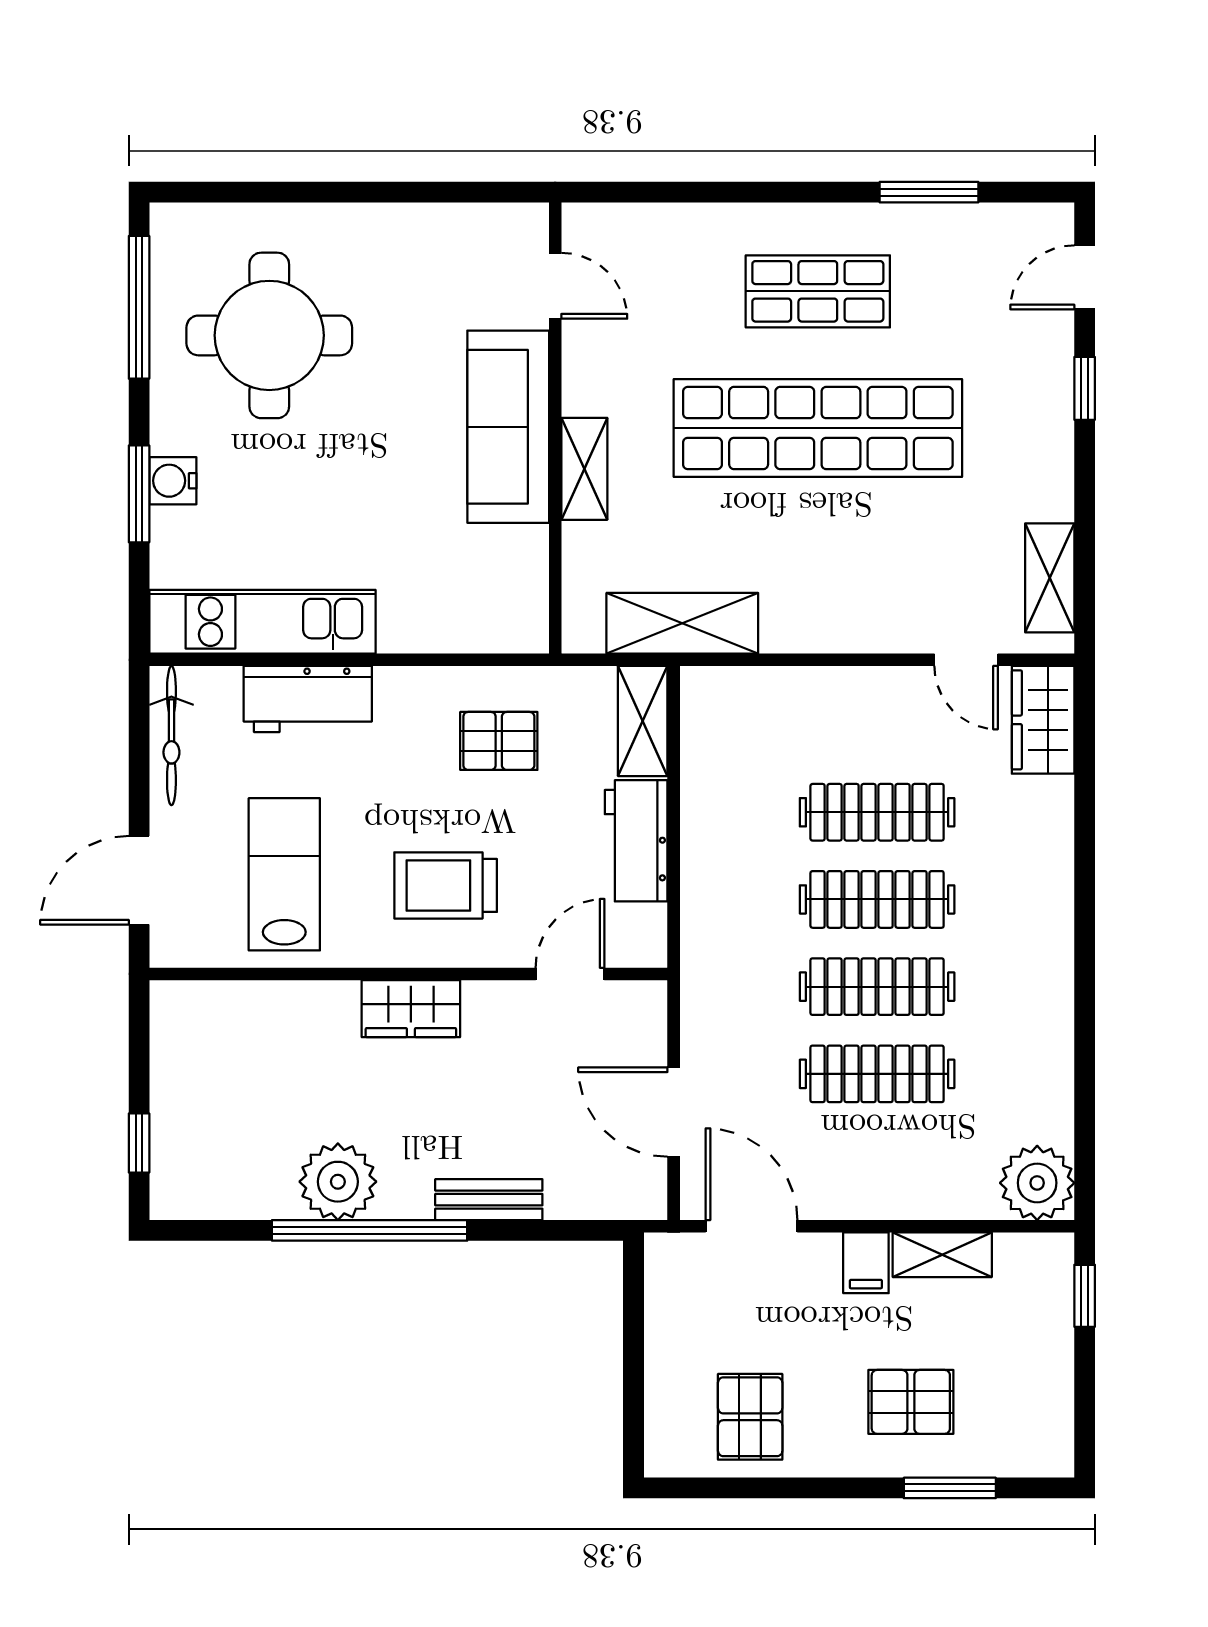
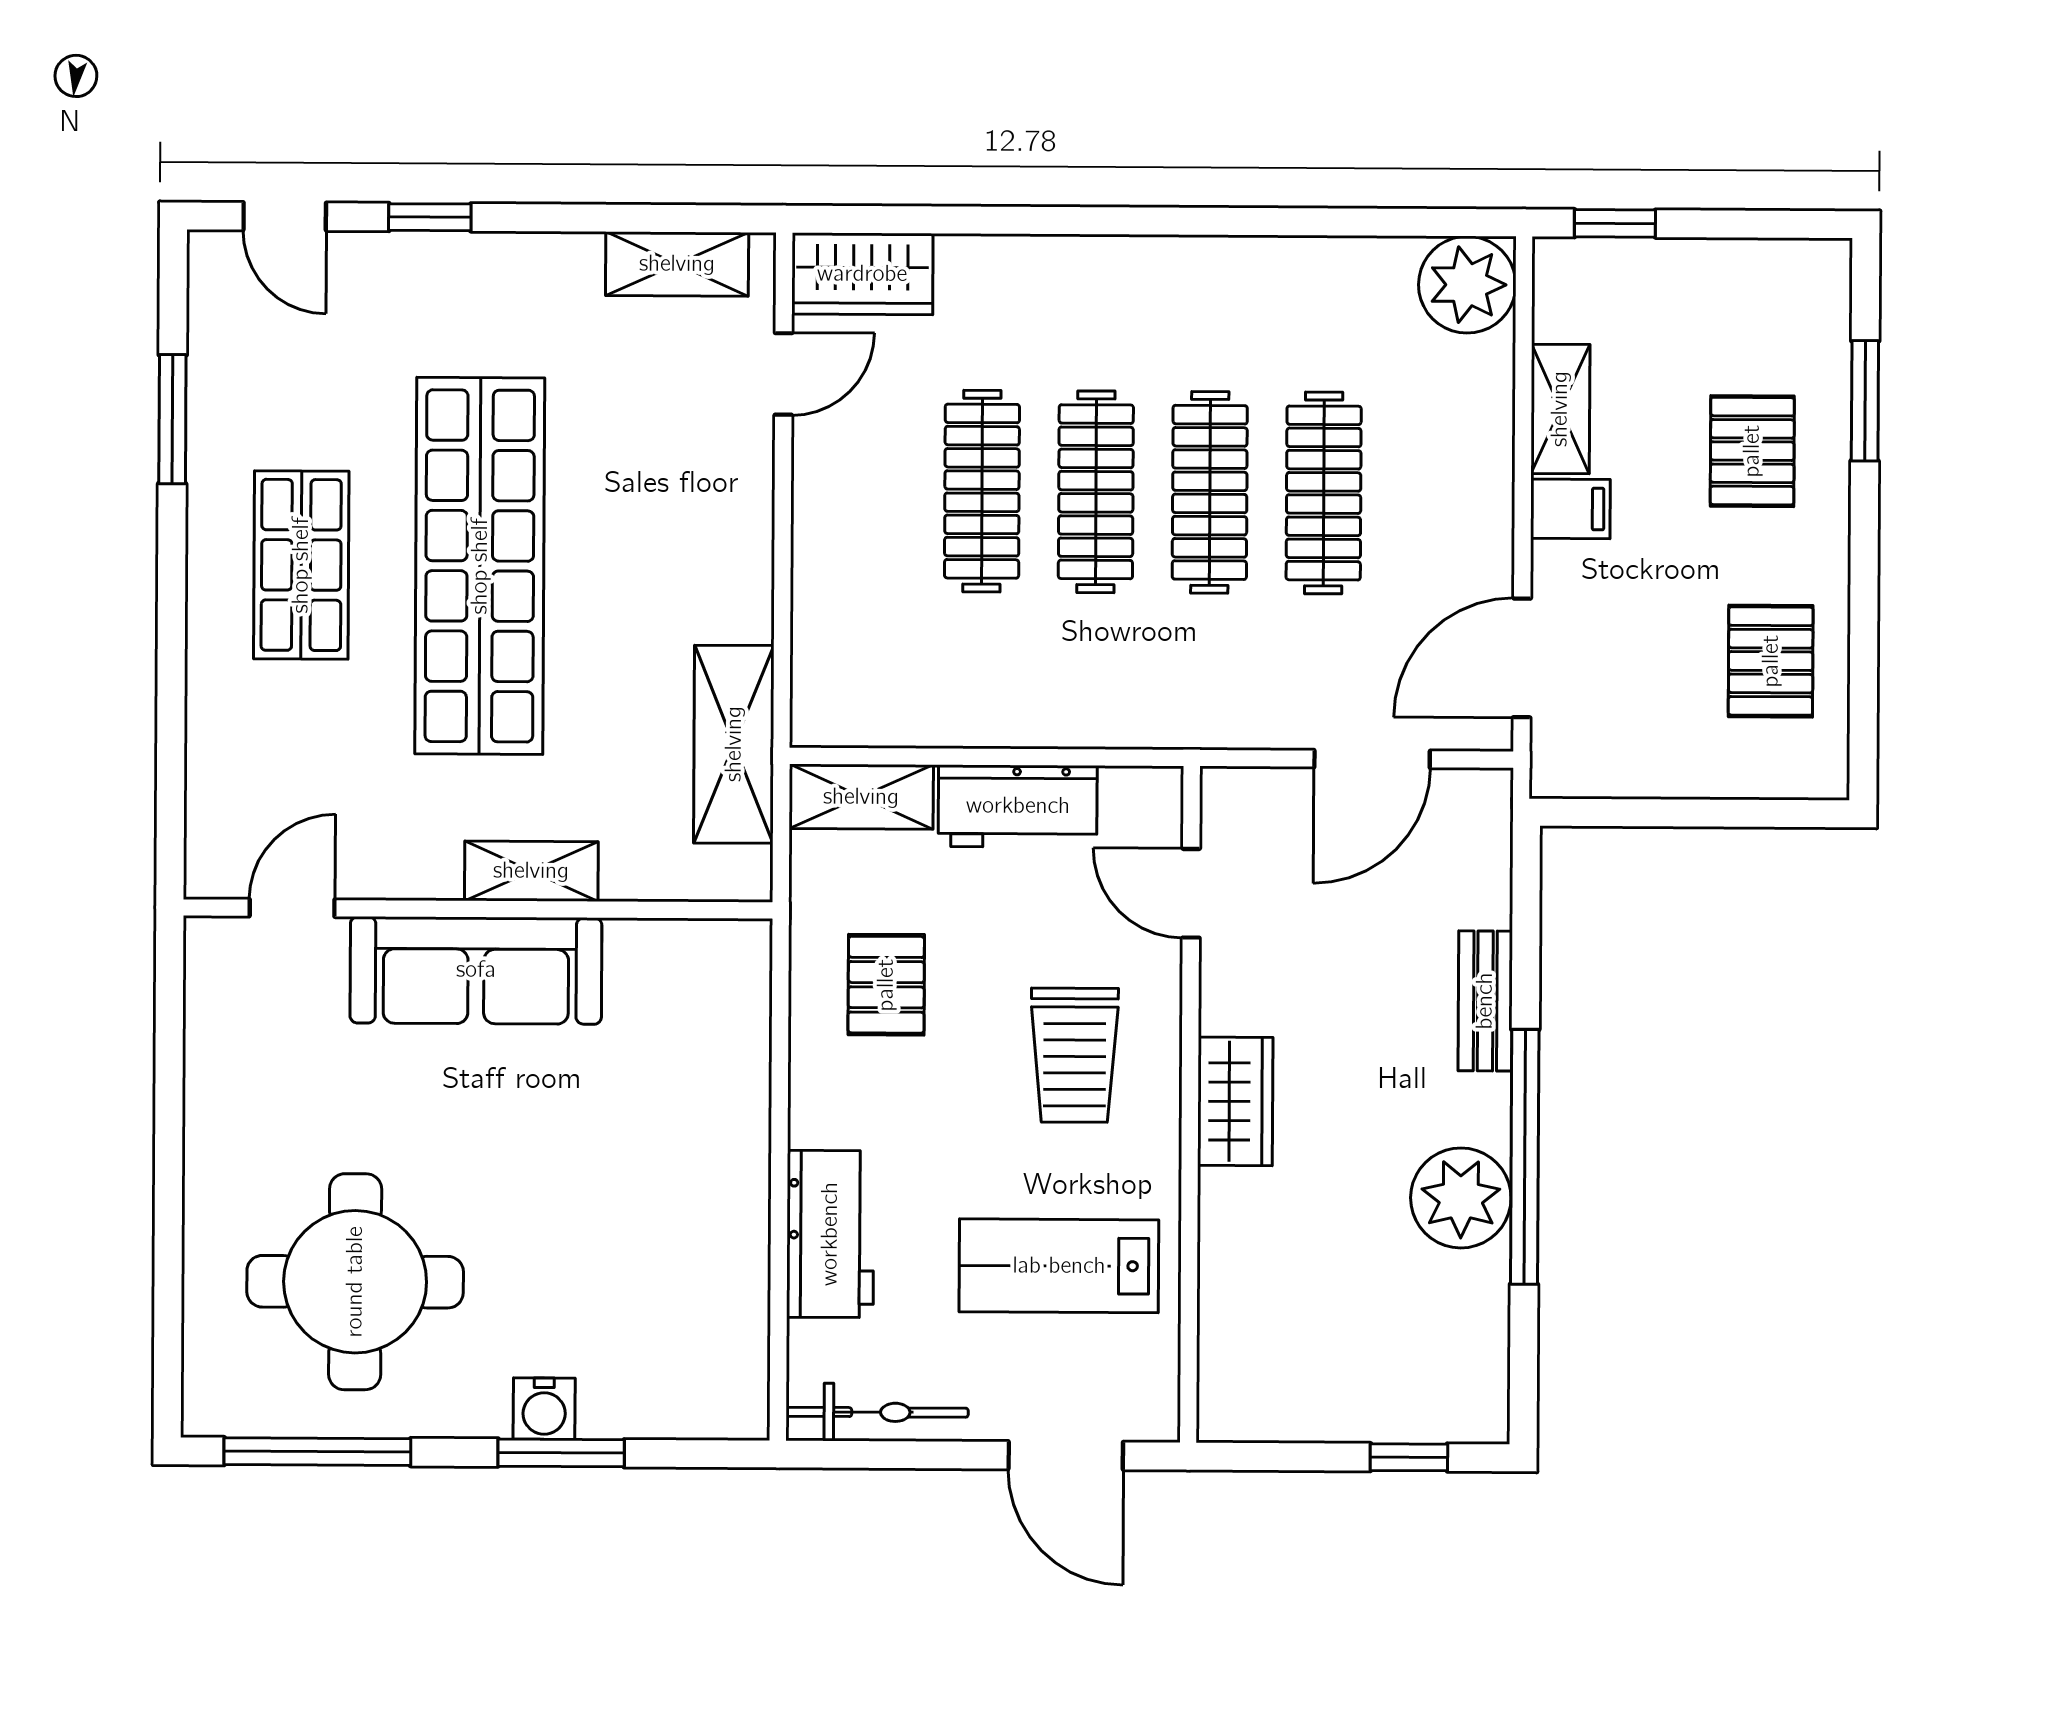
kitchen unit: (262, 622) -> (729, 1293), removed
pallet: (750, 1417) -> (1771, 661), turned 90

